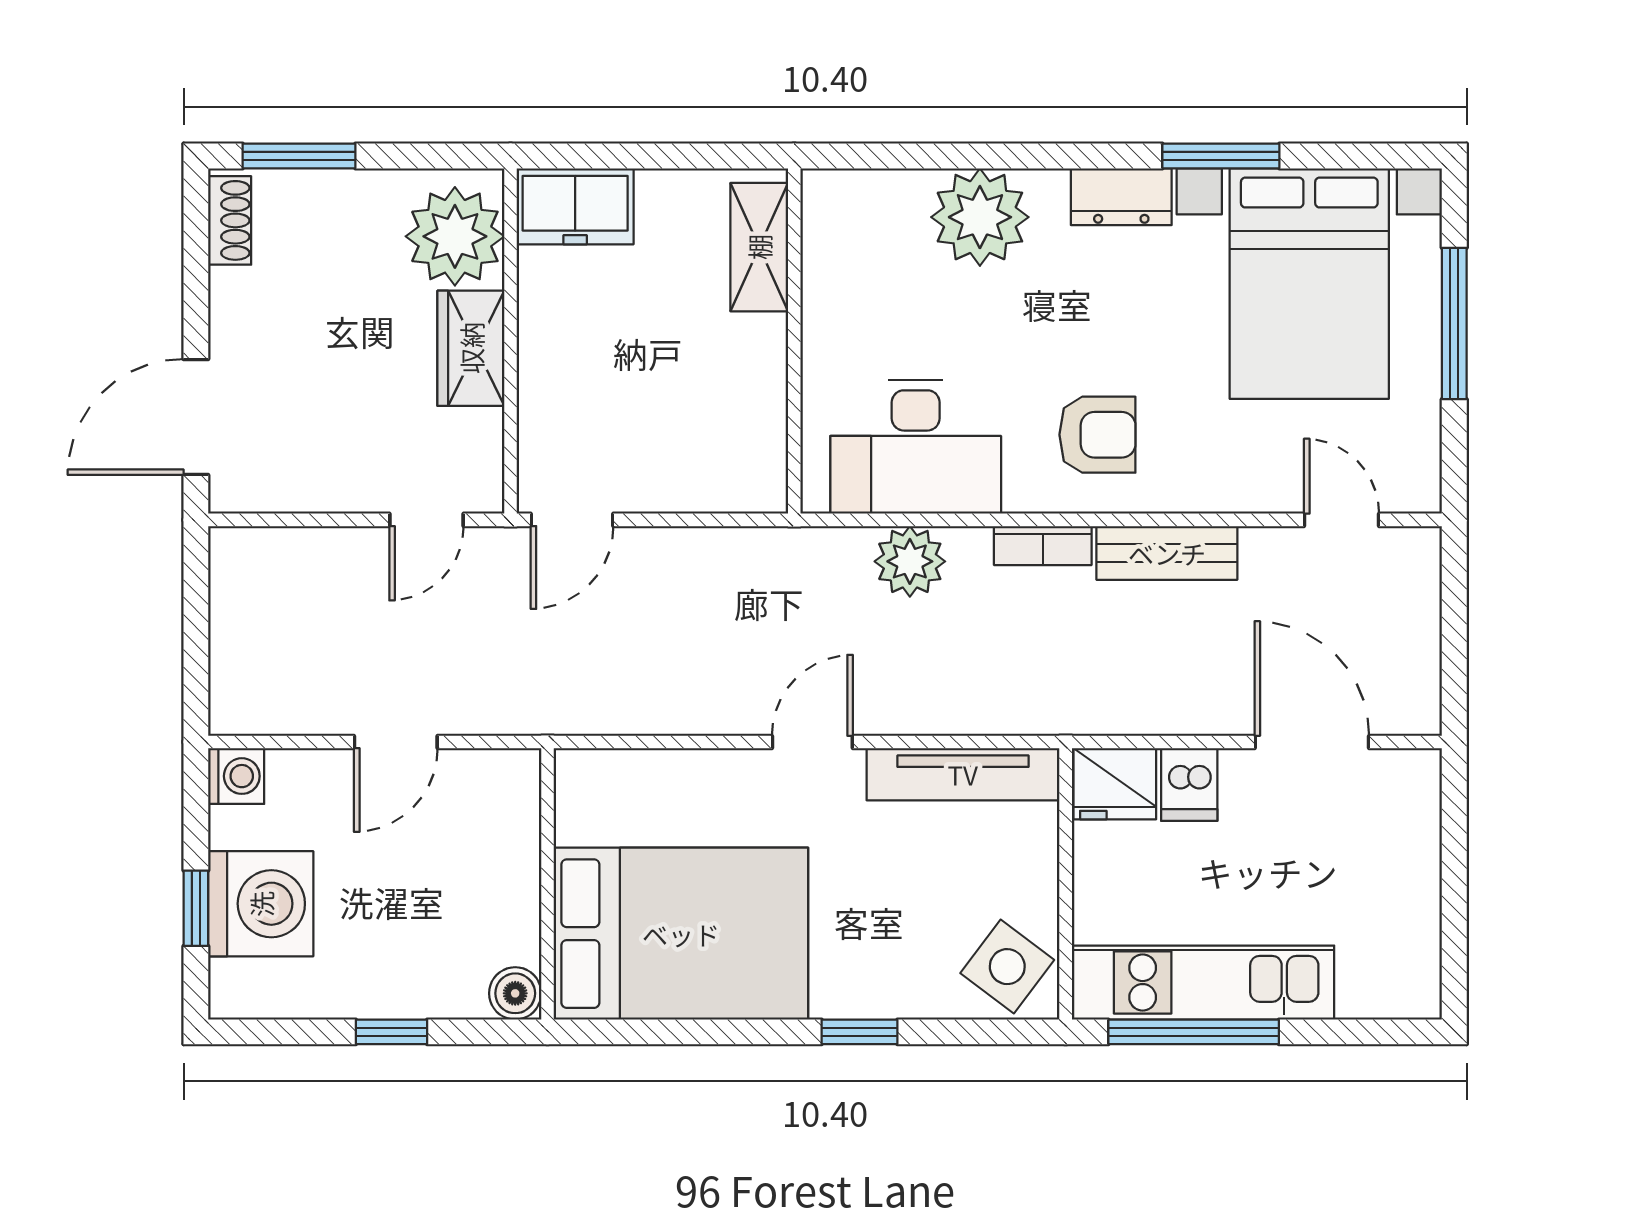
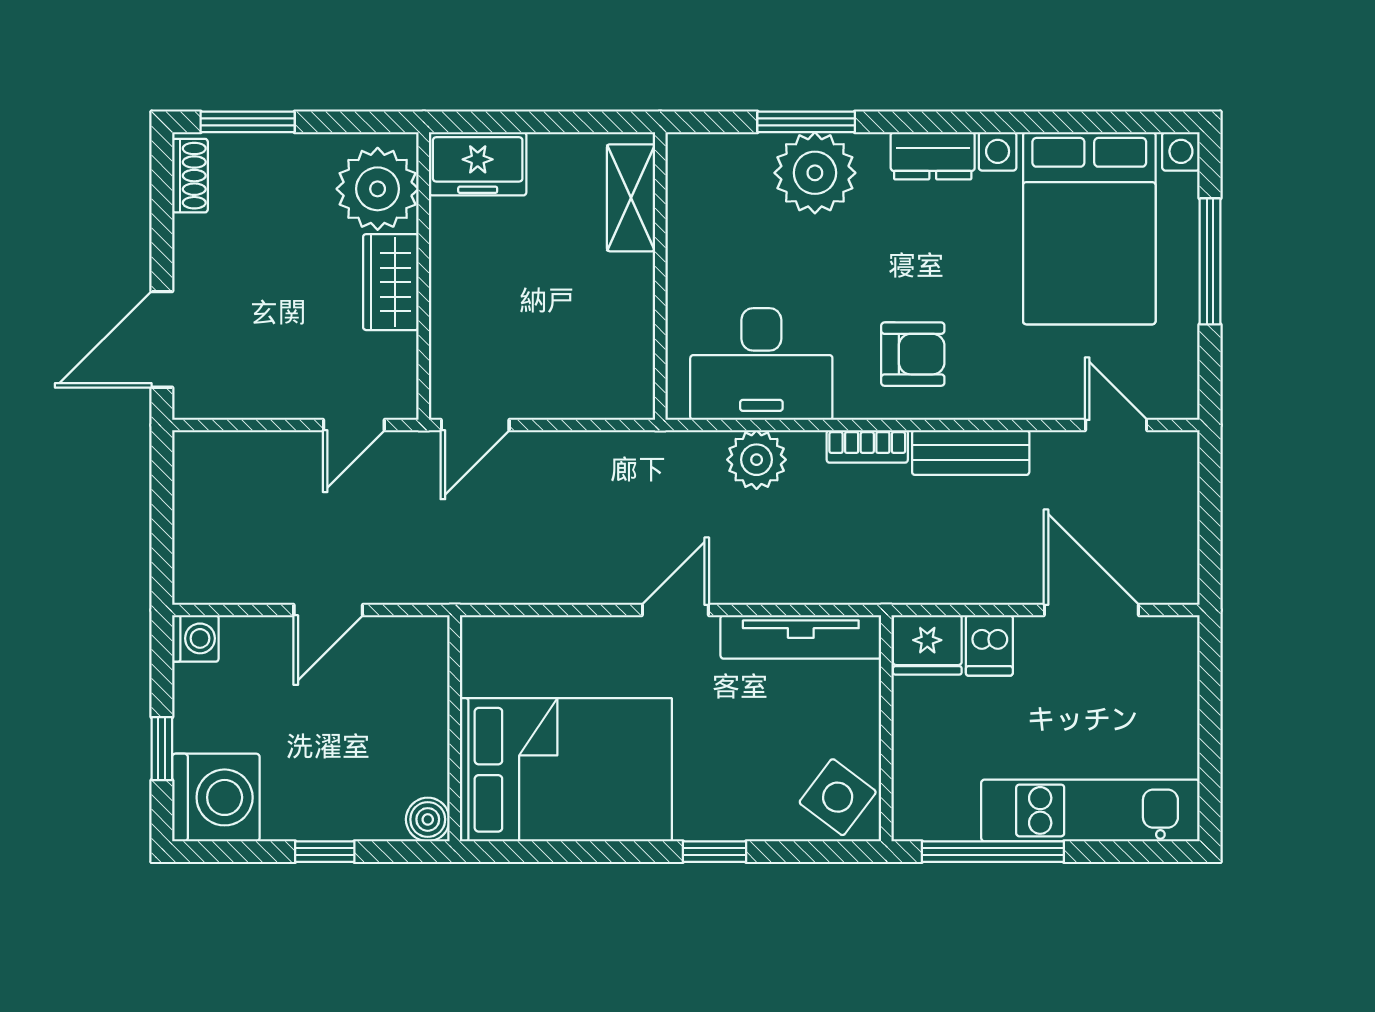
window: (1221, 156) -> (806, 122), moved
washing machine: (261, 904) -> (216, 797), moved
kitchen unit: (1203, 983) -> (1090, 810), moved

